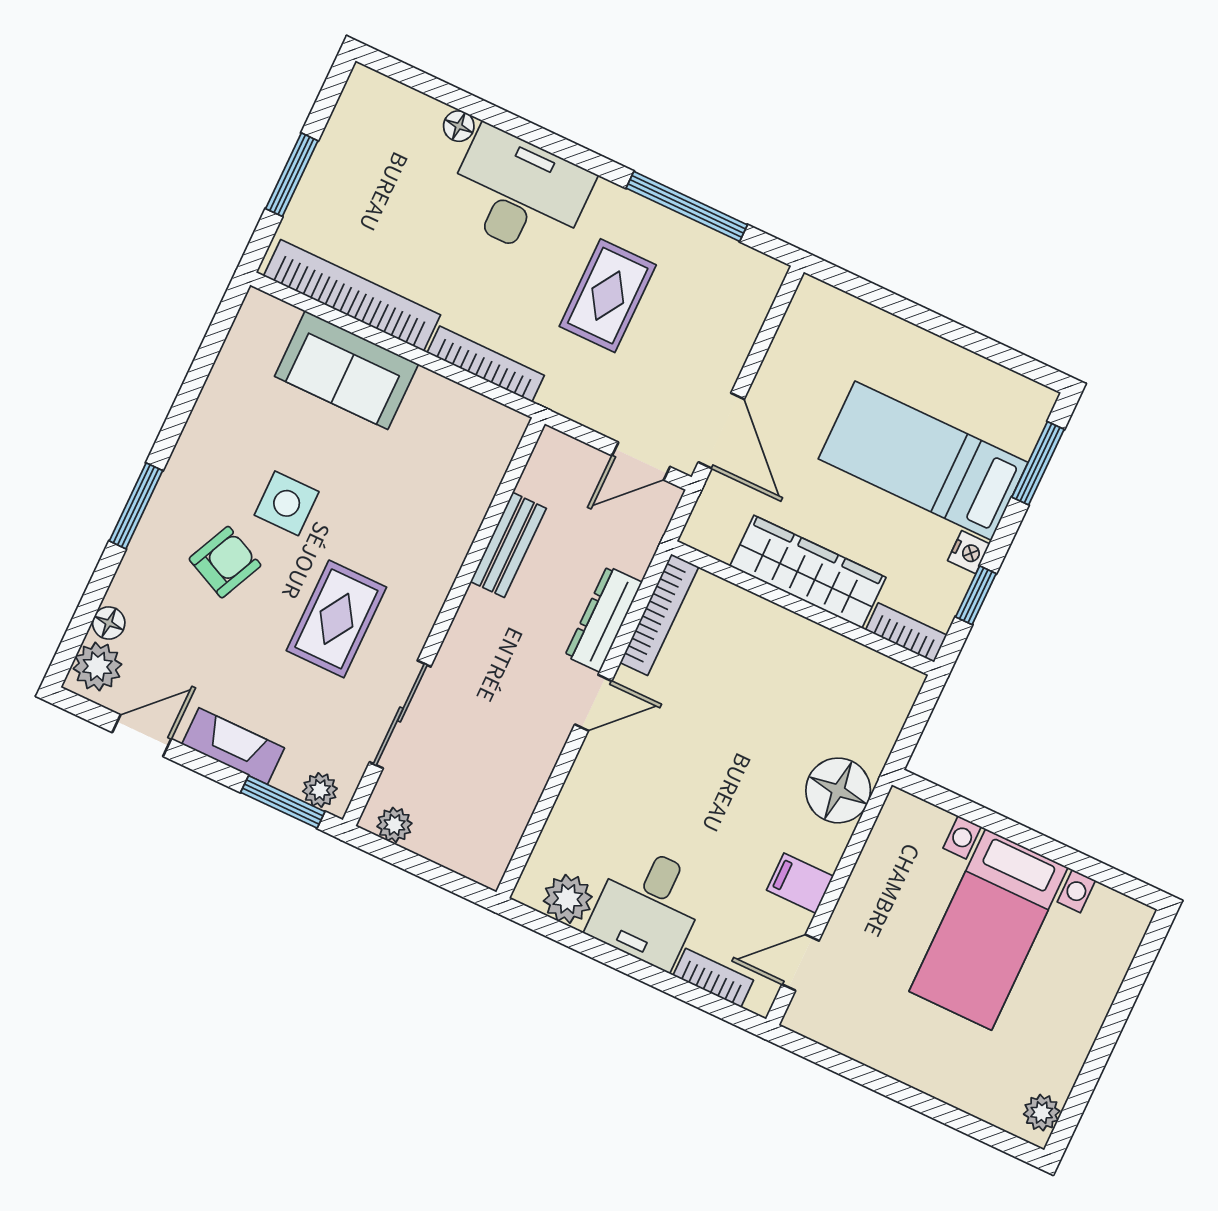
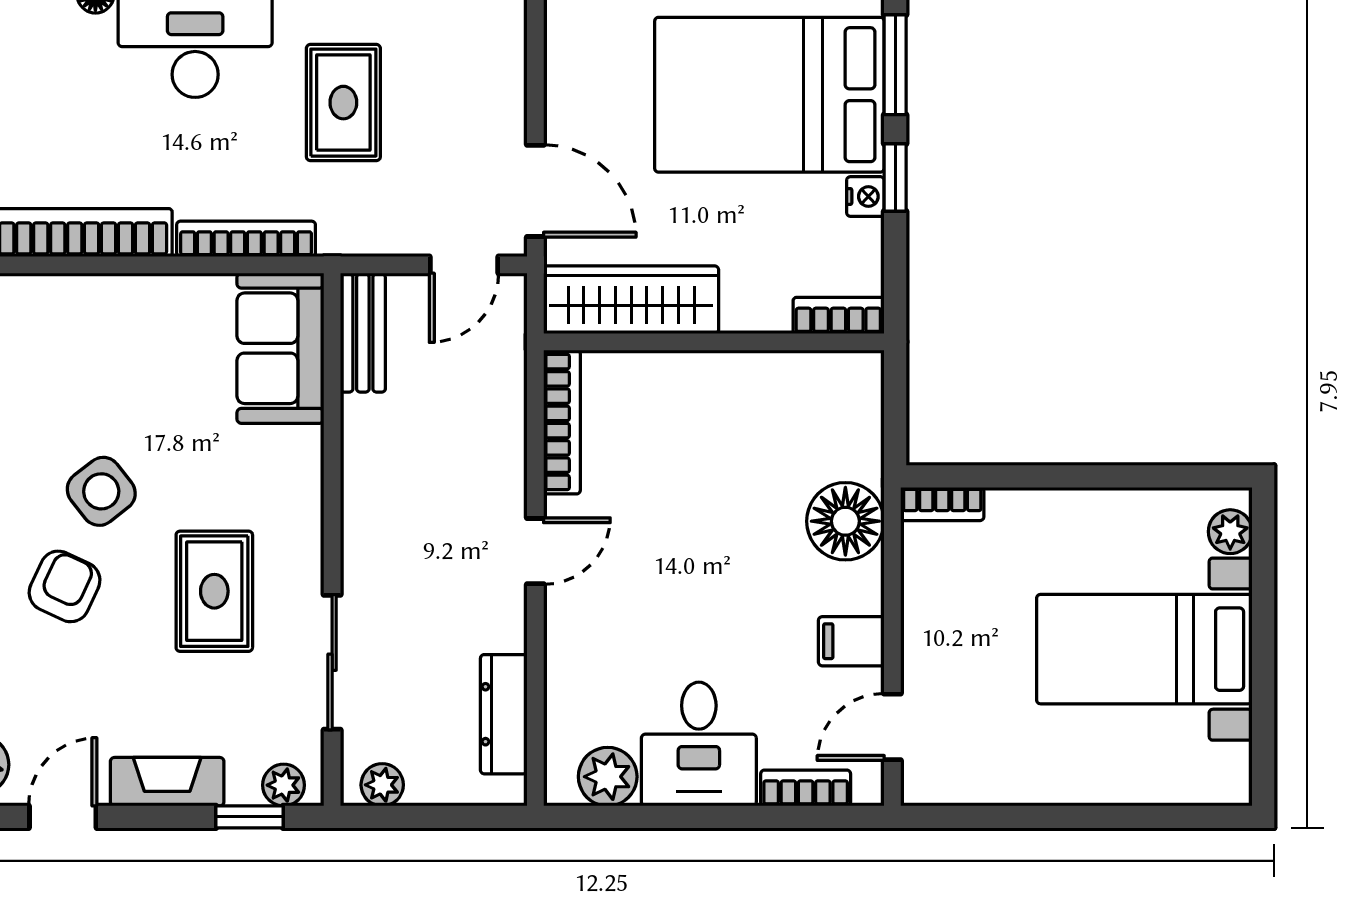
sofa: (347, 370) -> (280, 348), moved, turned 90
bed: (923, 461) -> (769, 95), width x1.50
side table: (287, 503) -> (101, 491), turned -38
bench: (508, 545) -> (363, 333), moved
wardrobe: (808, 572) -> (631, 300), moved
window: (976, 595) -> (895, 177), moved
dresser: (604, 619) -> (504, 714), moved
window: (283, 802) -> (249, 817), width x0.67
bookcase: (917, 812) -> (942, 504), added
bed with nightstands: (989, 929) -> (1144, 649), moved, turned 90
plant: (1042, 1113) -> (1230, 532), moved

